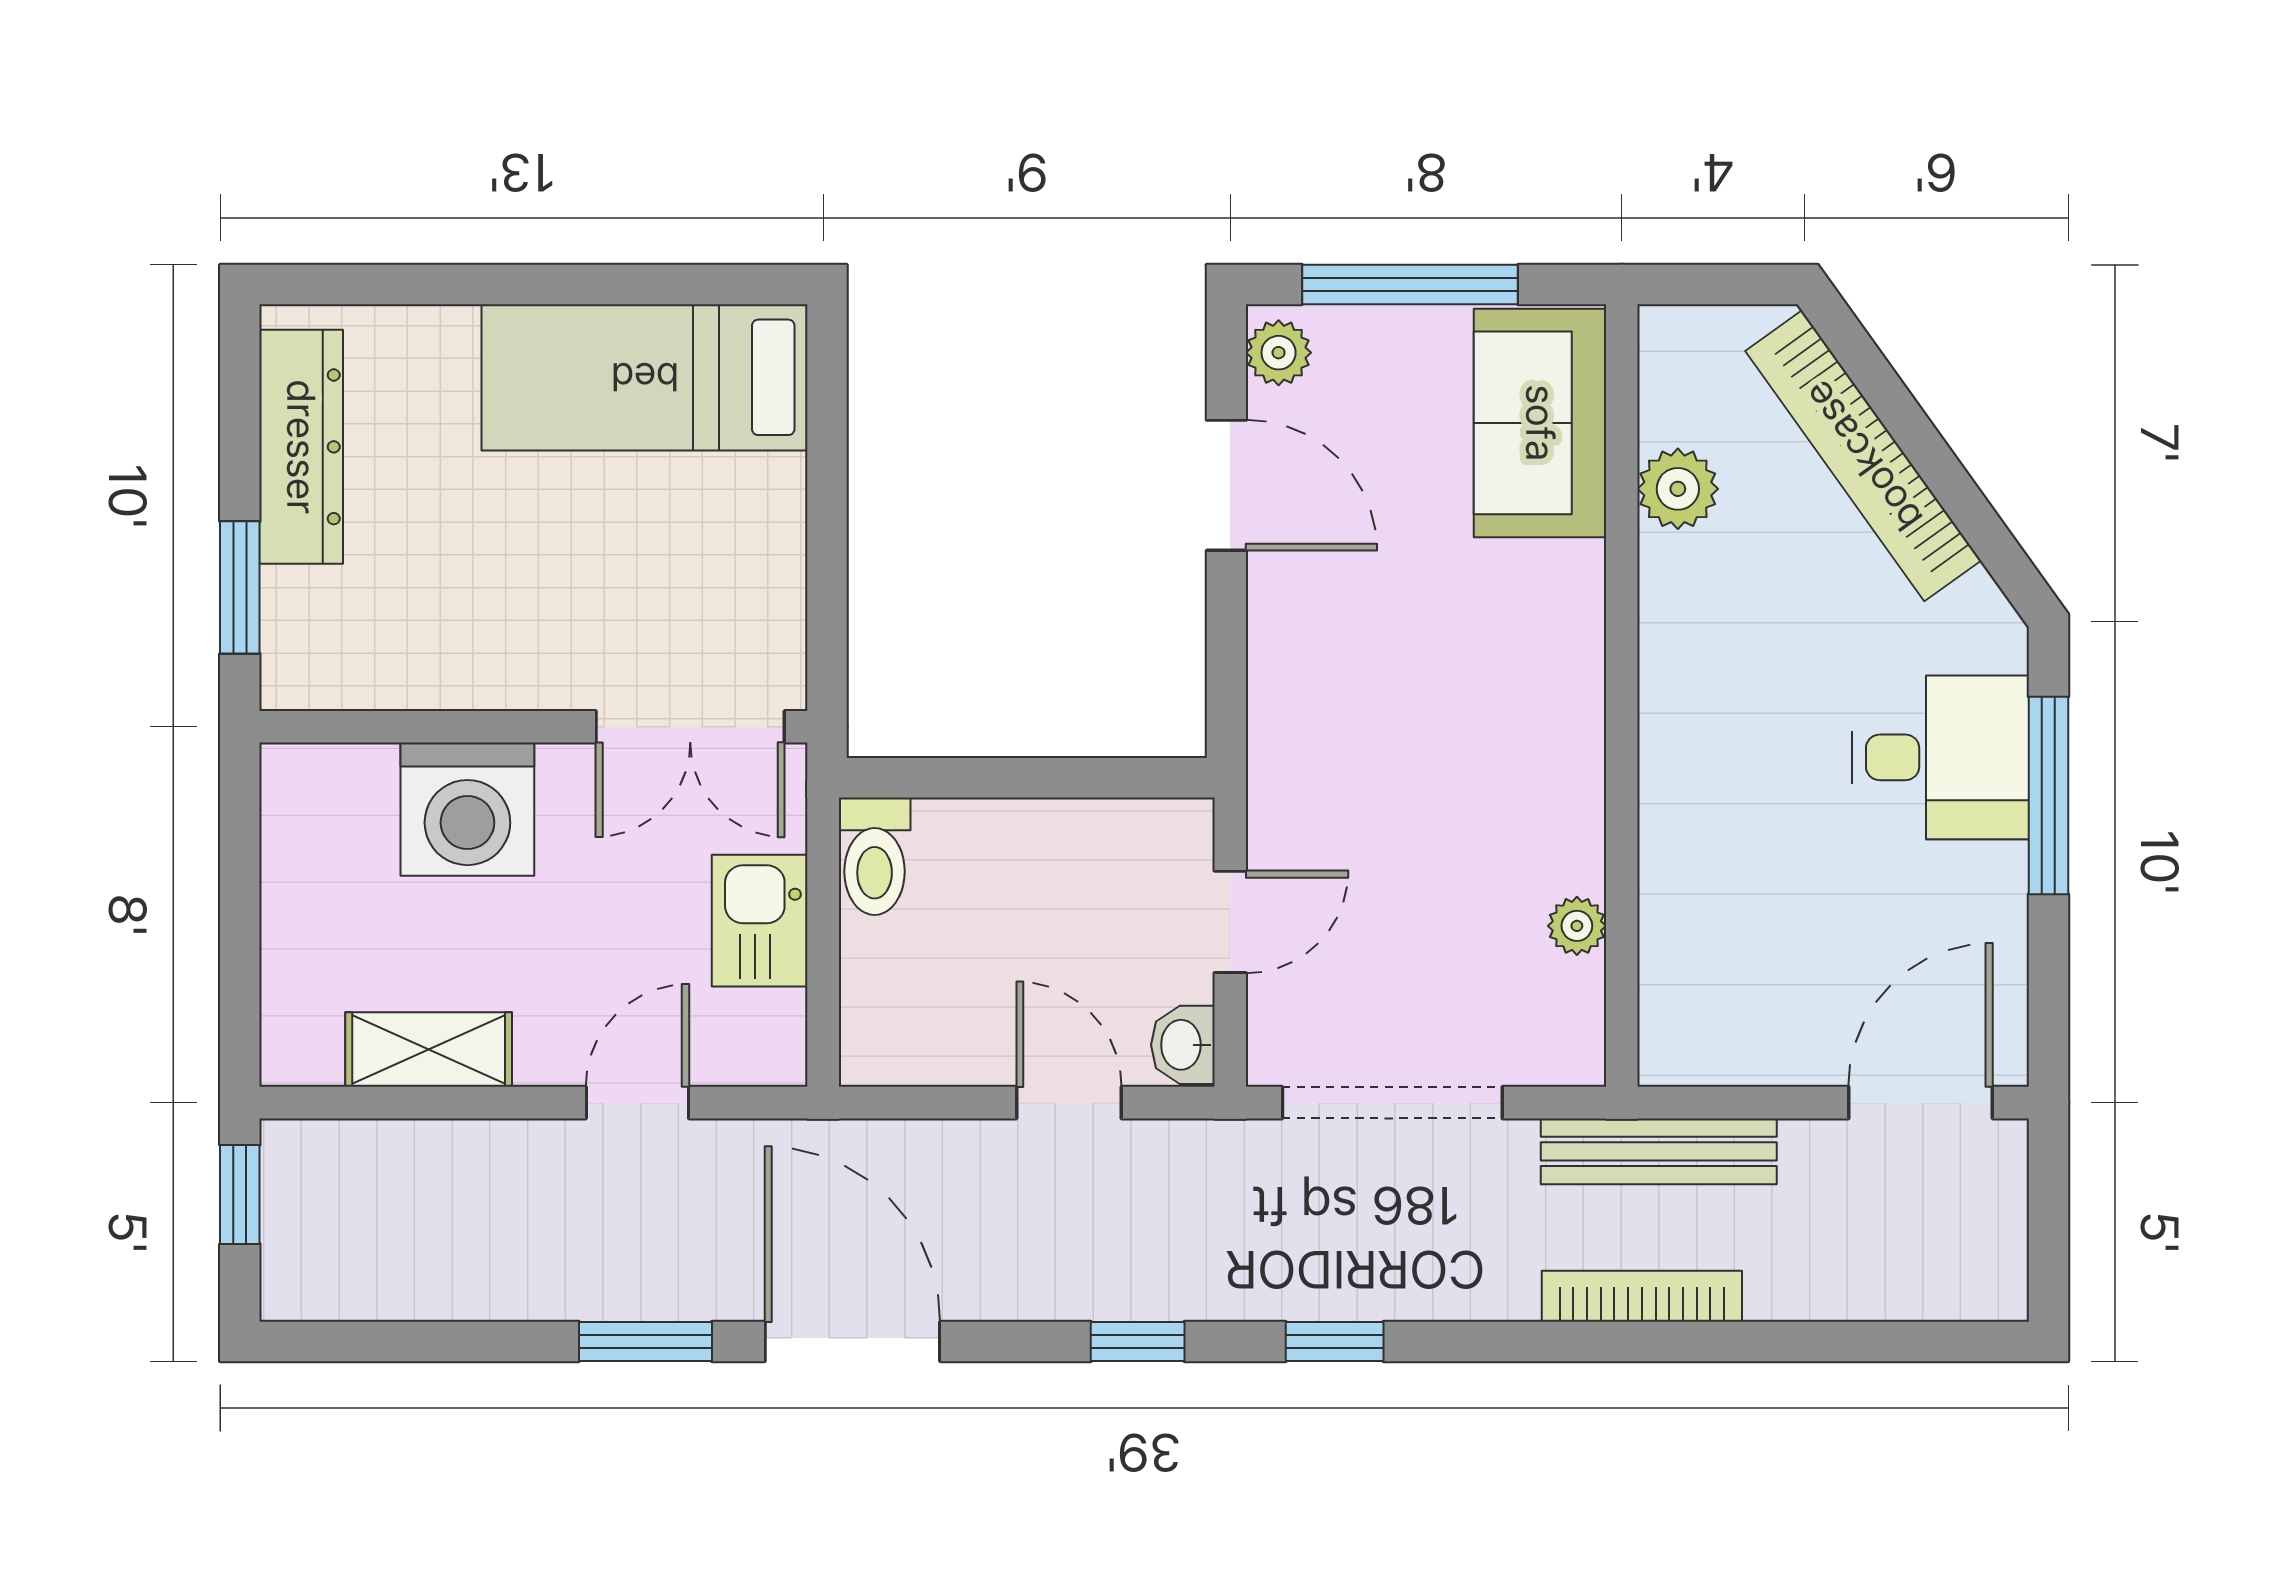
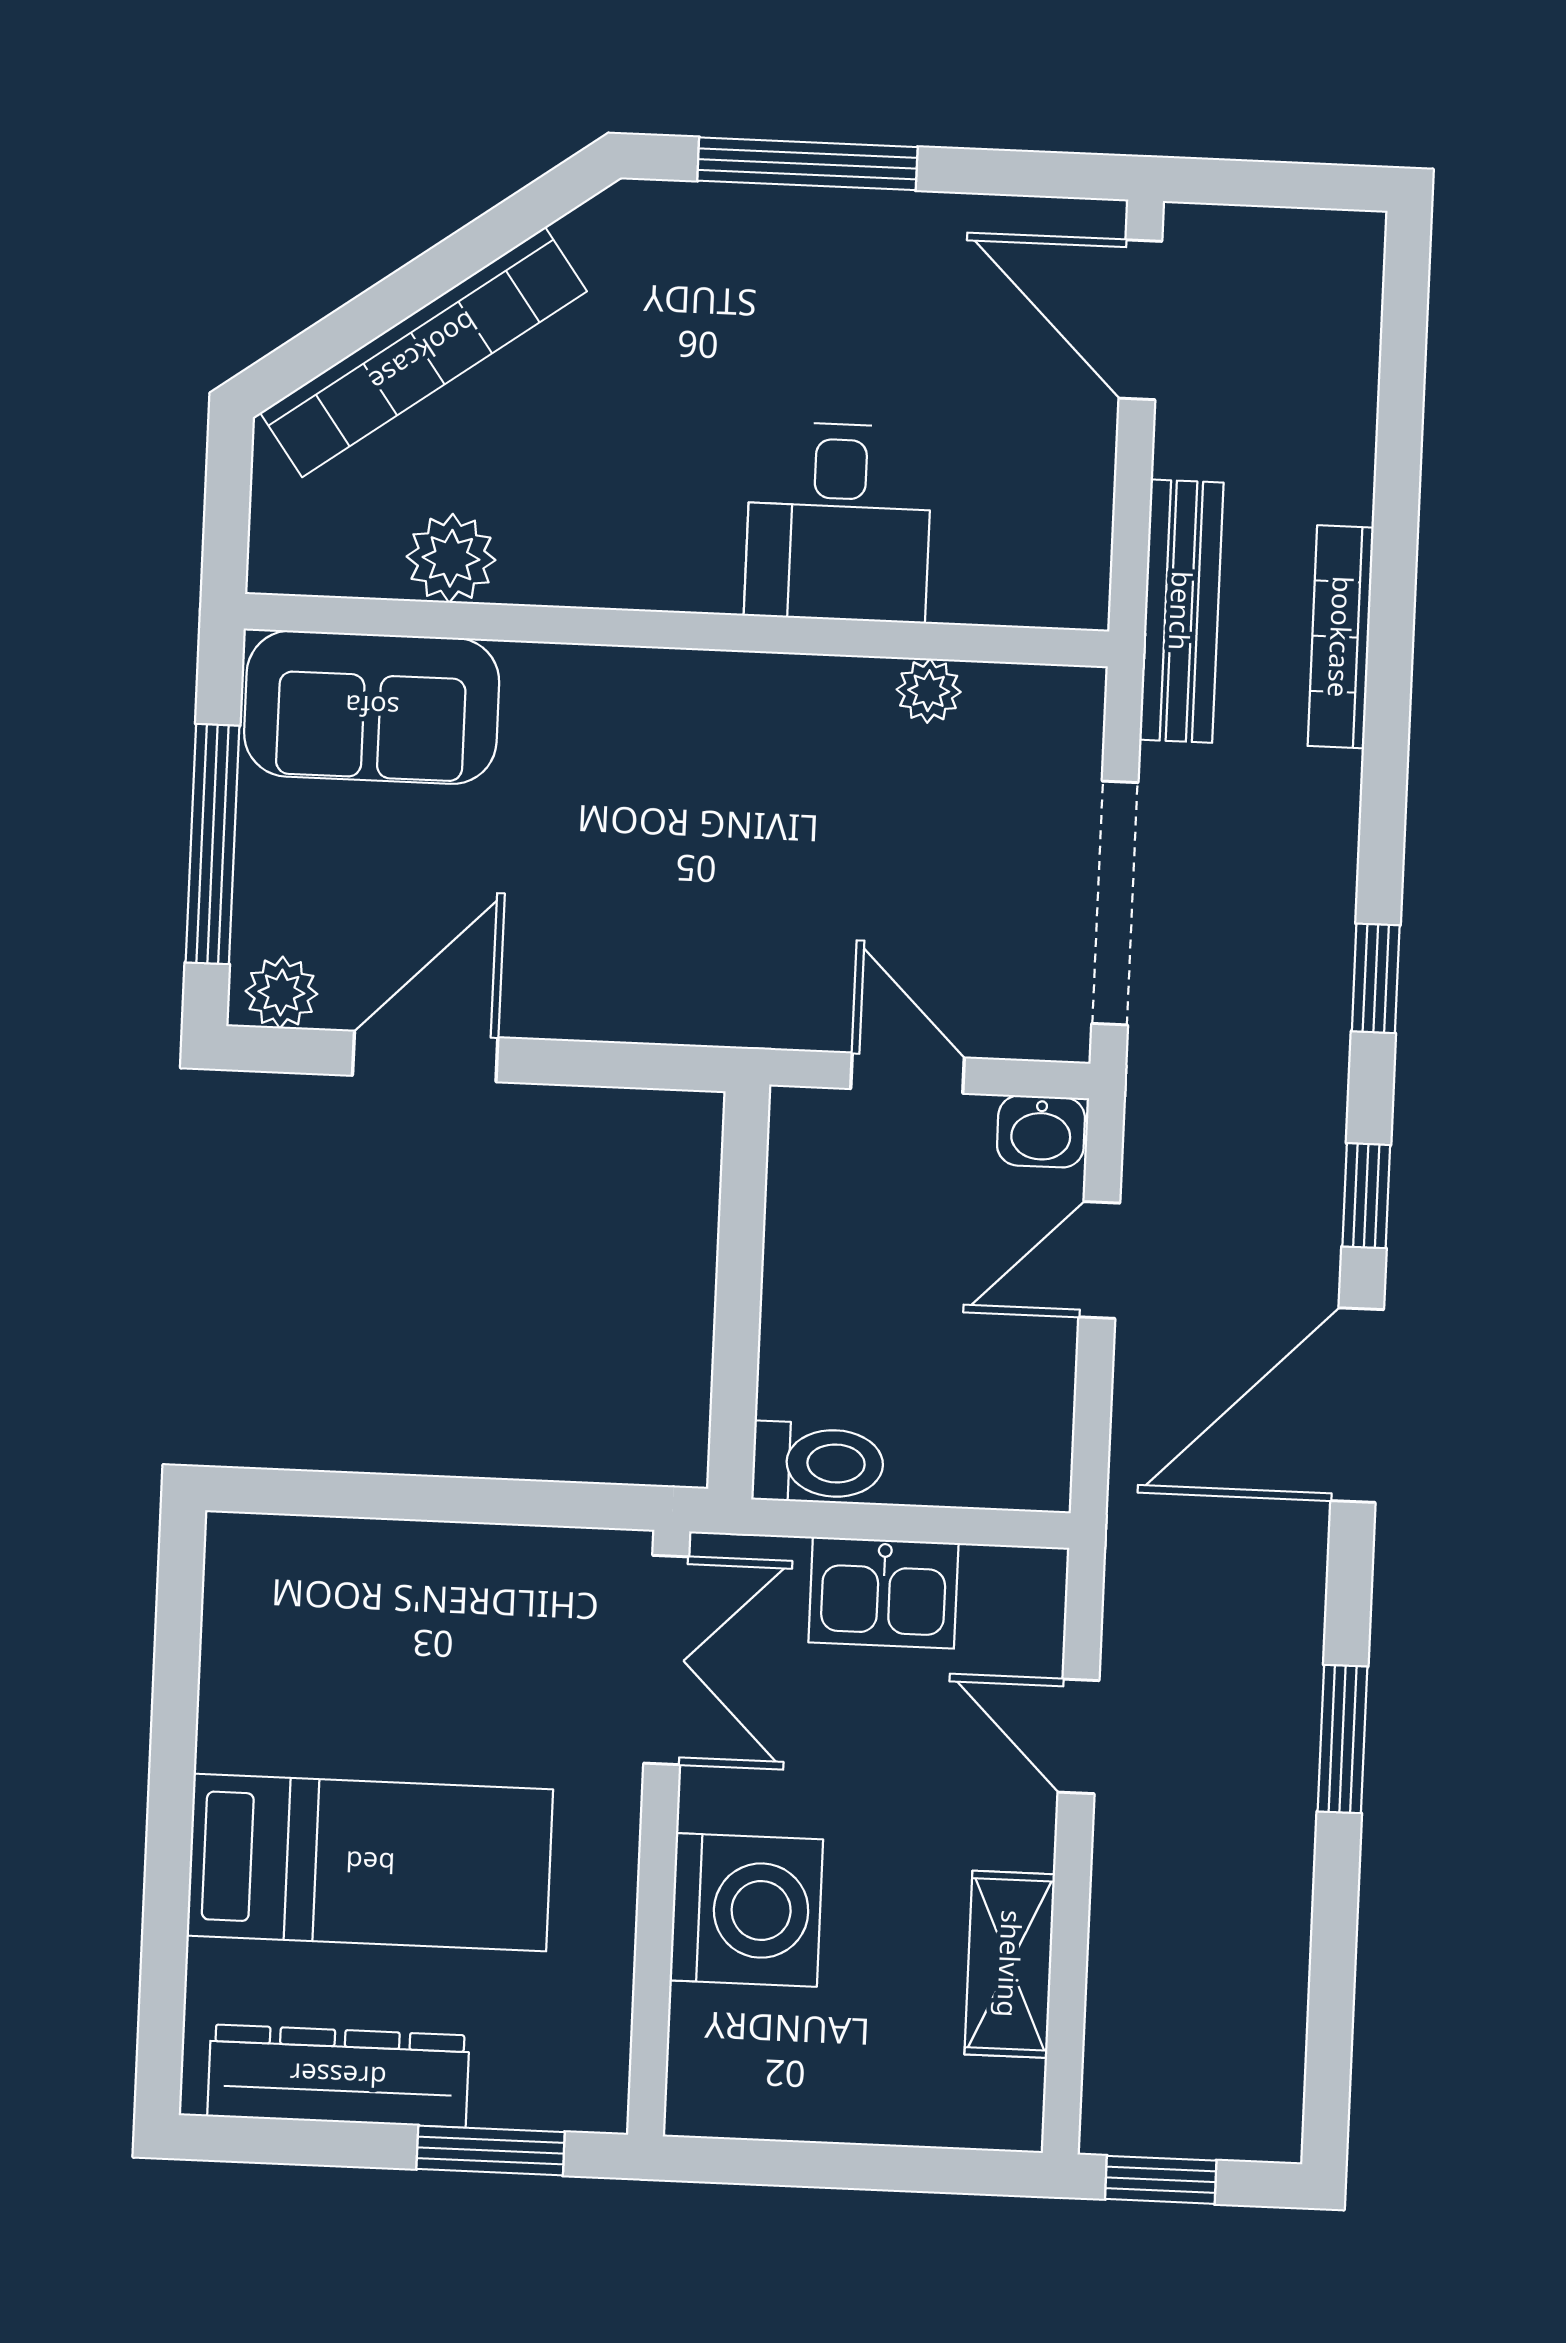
bed: (645, 377) -> (370, 1863), moved, turned -90
desk: (1940, 757) -> (839, 522), moved, turned 180
door: (852, 1341) -> (1357, 1405), moved

